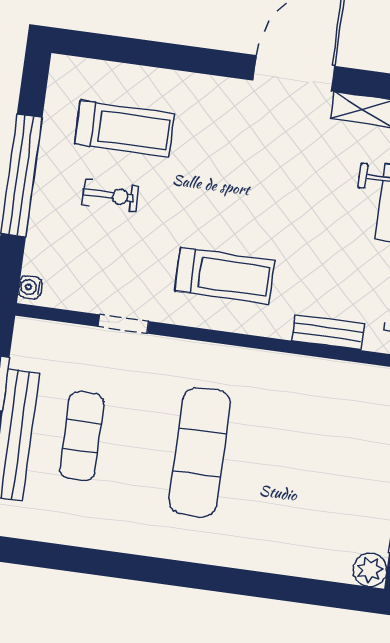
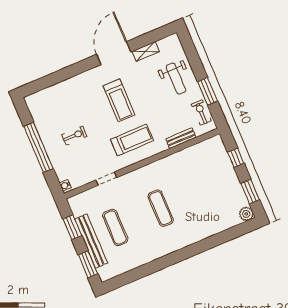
treadmill: (125, 129) -> (119, 100), moved, turned 90
exercise mat: (200, 452) -> (161, 208), width x0.73, depth x0.69

